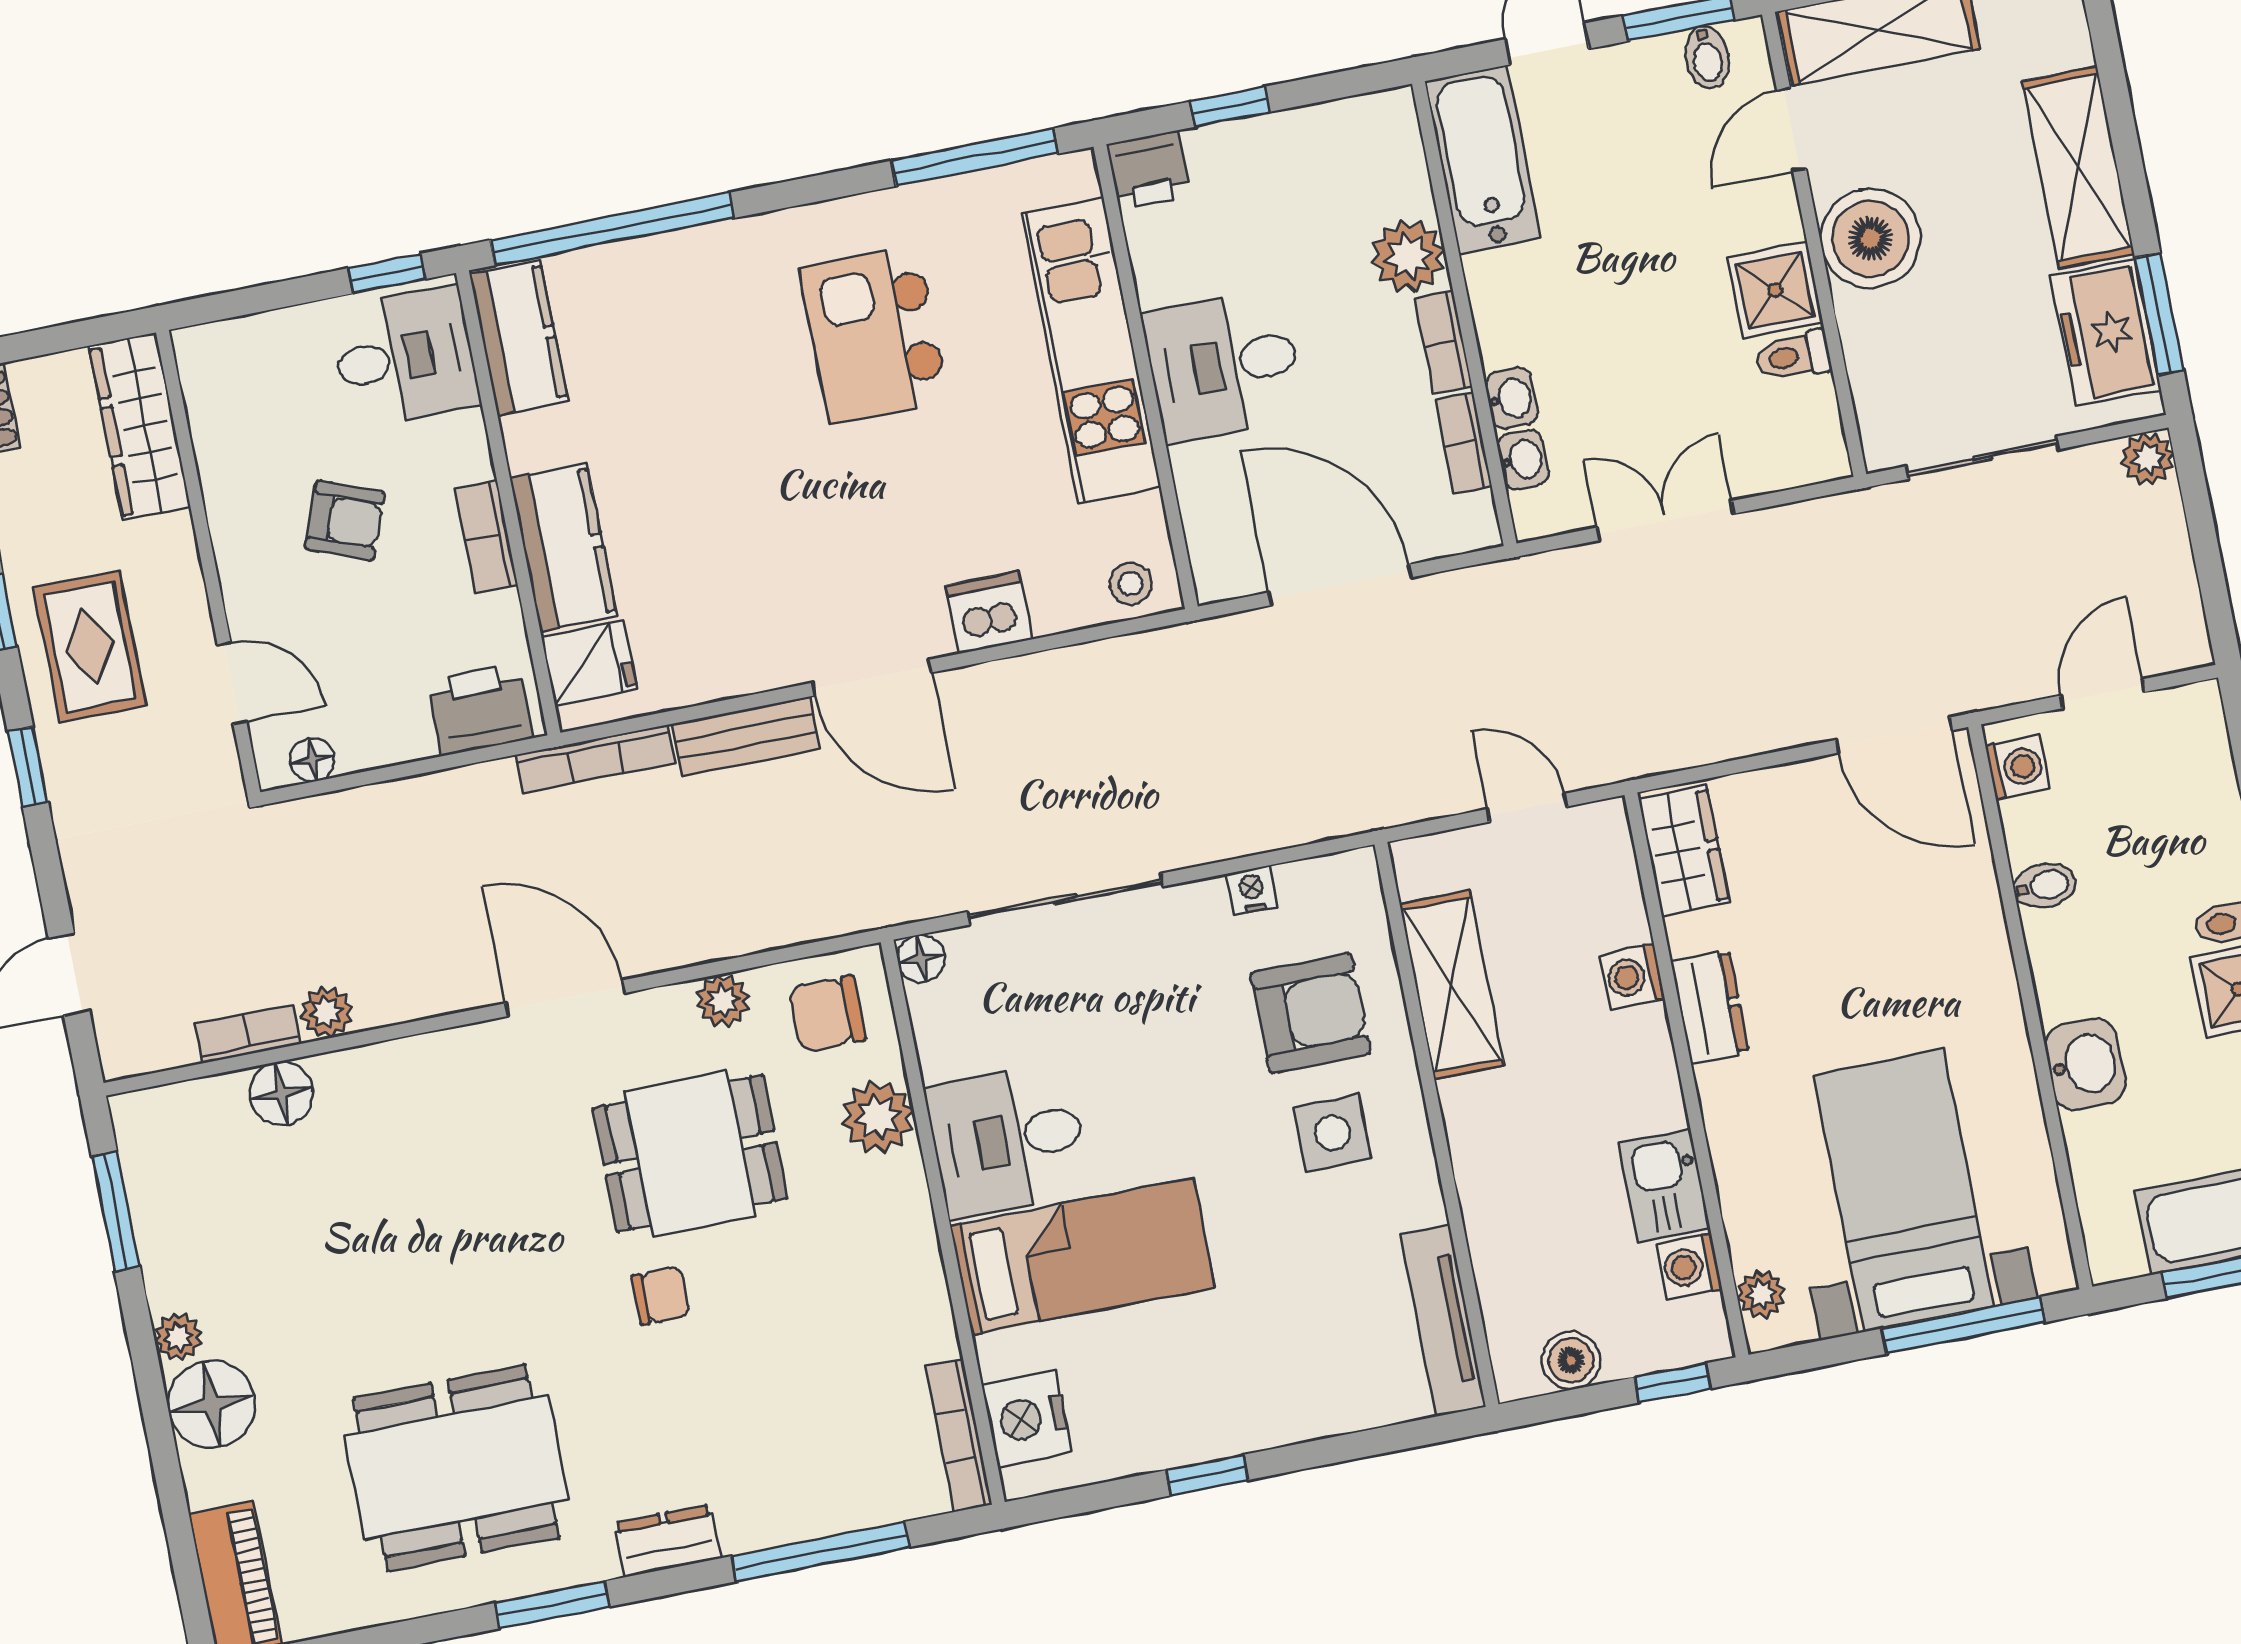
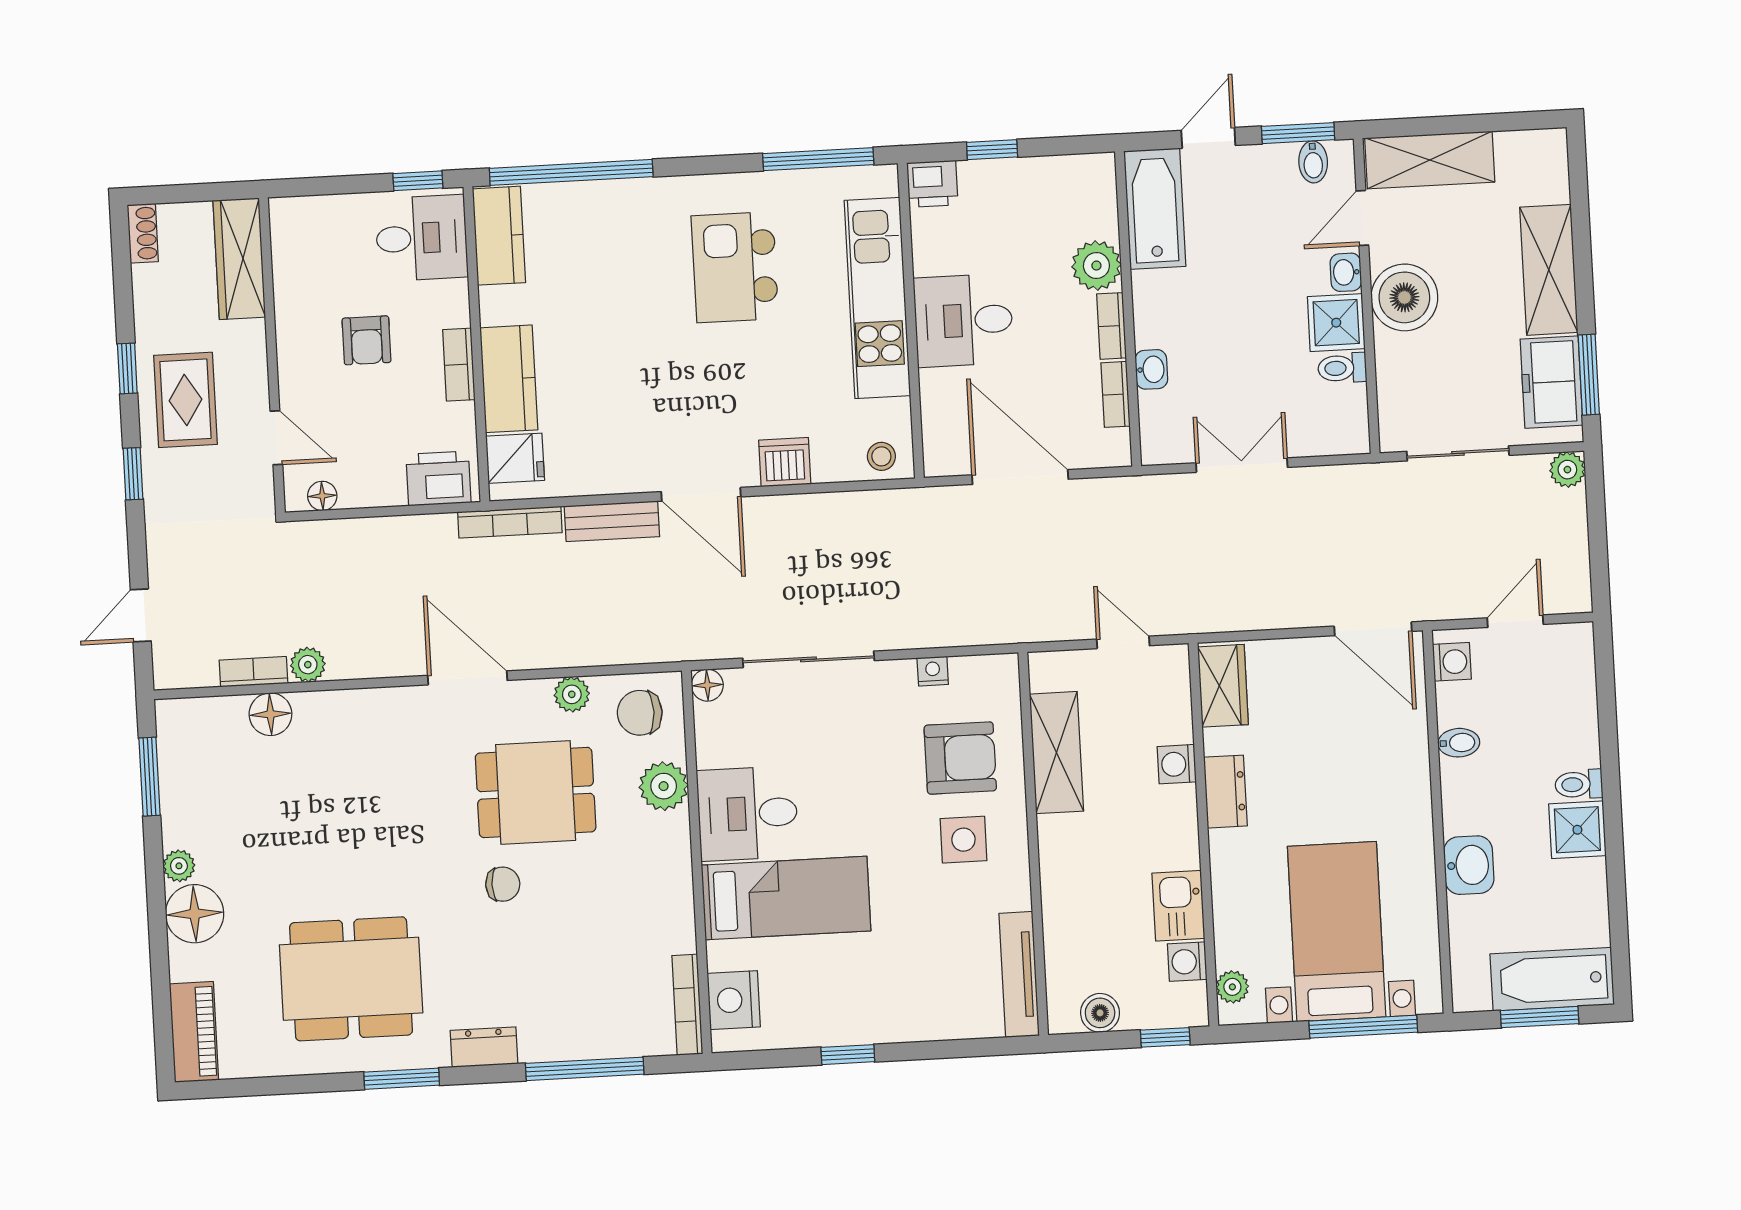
washbasin: (1523, 459) -> (1346, 272), moved, turned 180
armchair: (345, 520) -> (367, 340), turned 69

